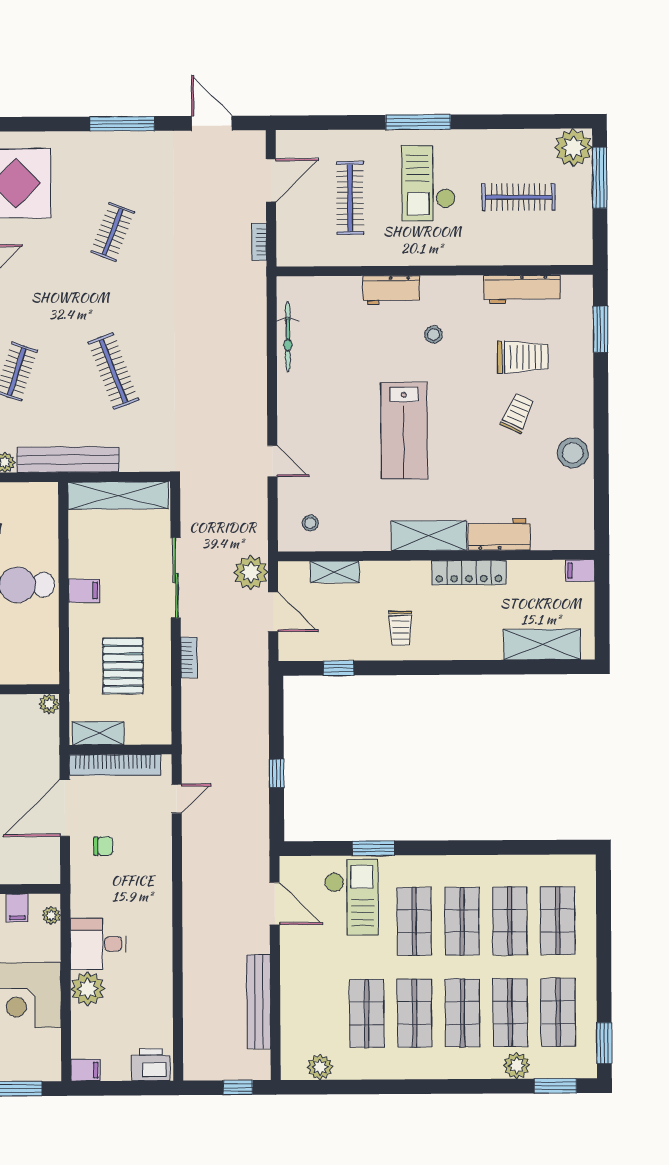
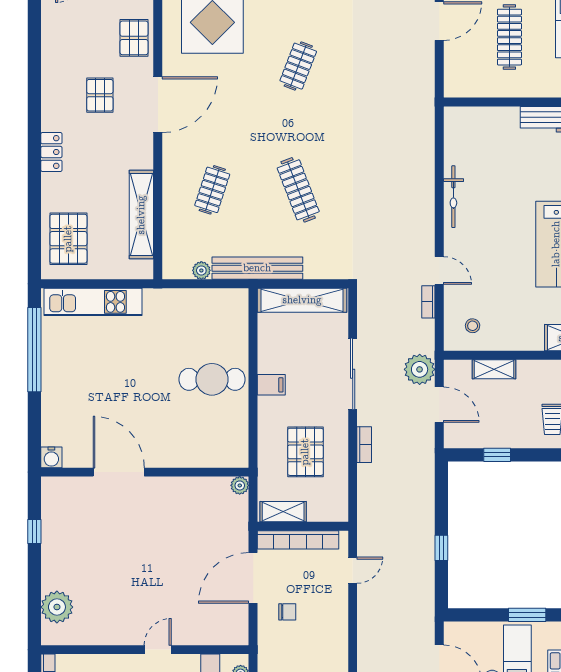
bookcase: (259, 242) -> (428, 302), moved
bicycle: (288, 337) -> (453, 197), moved

